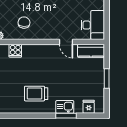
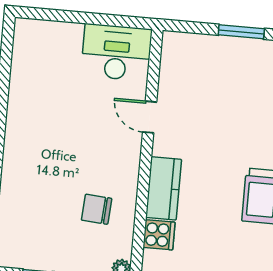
door: (66, 42) -> (150, 117), swing flipped
kitchen counter: (91, 51) -> (164, 188), moved

